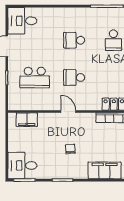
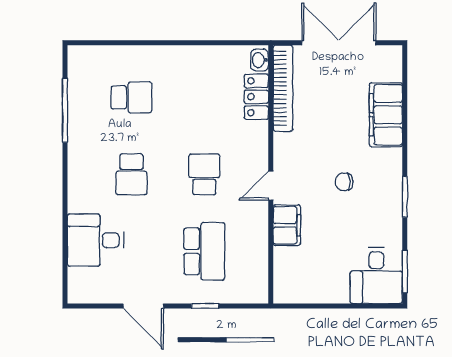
desk: (22, 21) -> (95, 240), moved, turned 90
school desk: (74, 78) -> (204, 174), turned 180
filing cabinet: (27, 120) -> (287, 225), moved

